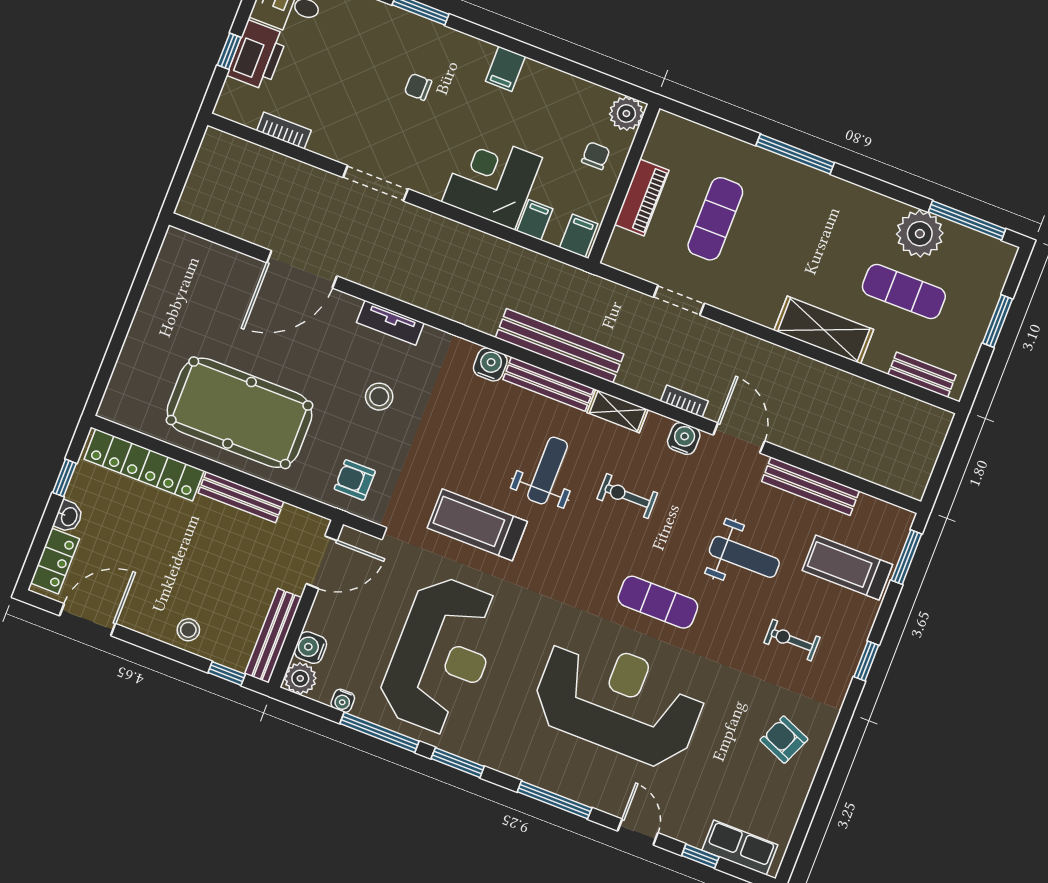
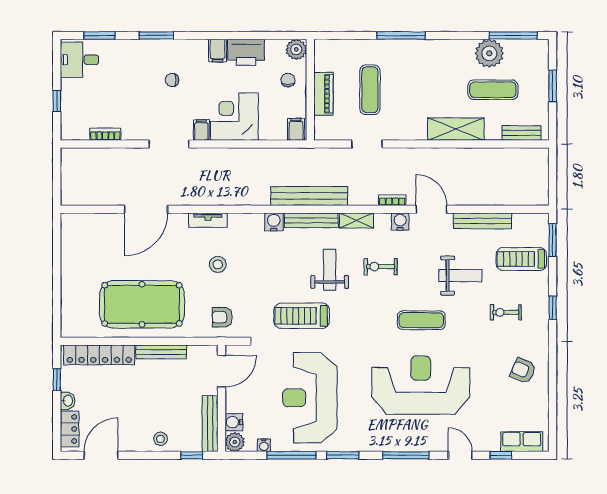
printer: (257, 55) -> (246, 52), moved, turned 90
filing cabinet: (535, 220) -> (201, 130), moved
reception desk: (441, 655) -> (310, 398), turned 180

